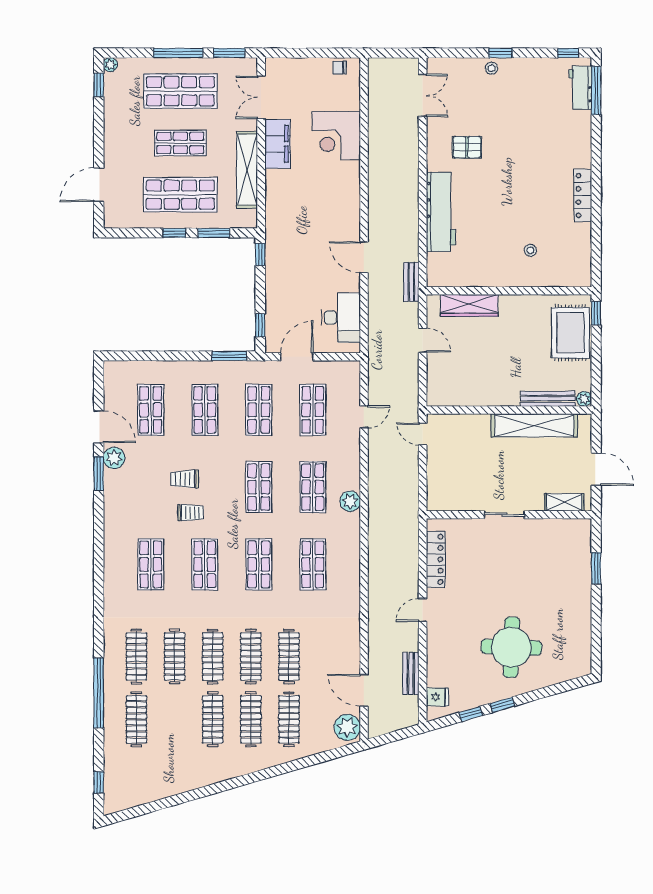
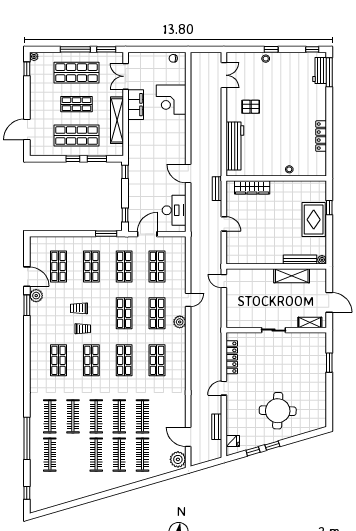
wall: (509, 291) -> (276, 178), moved
wardrobe: (469, 305) -> (252, 187), moved
door: (364, 417) -> (188, 300), moved
shelving: (534, 425) -> (292, 276), width x0.68

